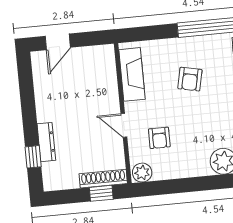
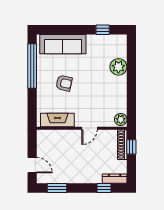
window: (26, 84) -> (57, 188), added
armchair: (159, 138) -> (100, 106), removed
dresser: (46, 142) -> (115, 179), moved

